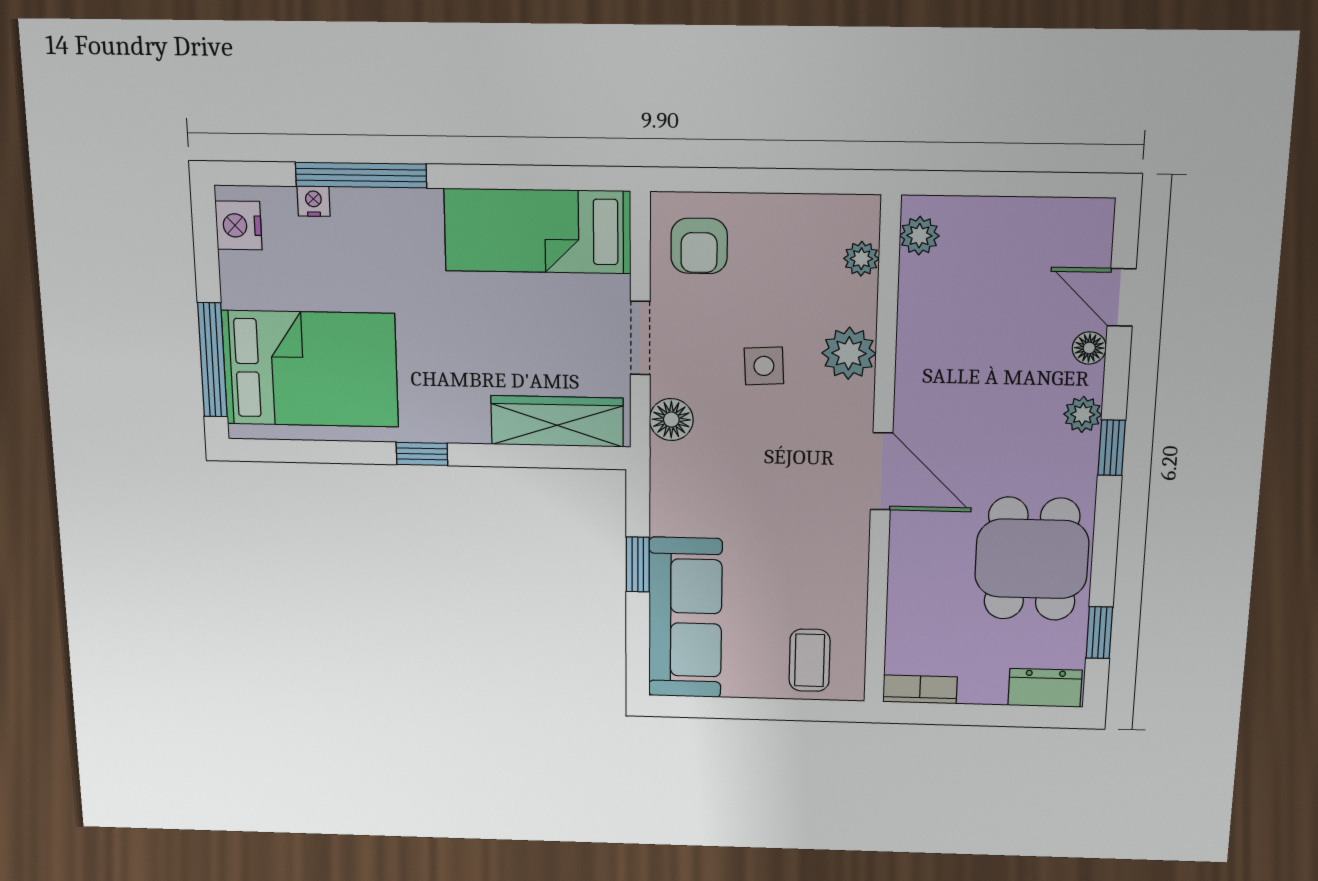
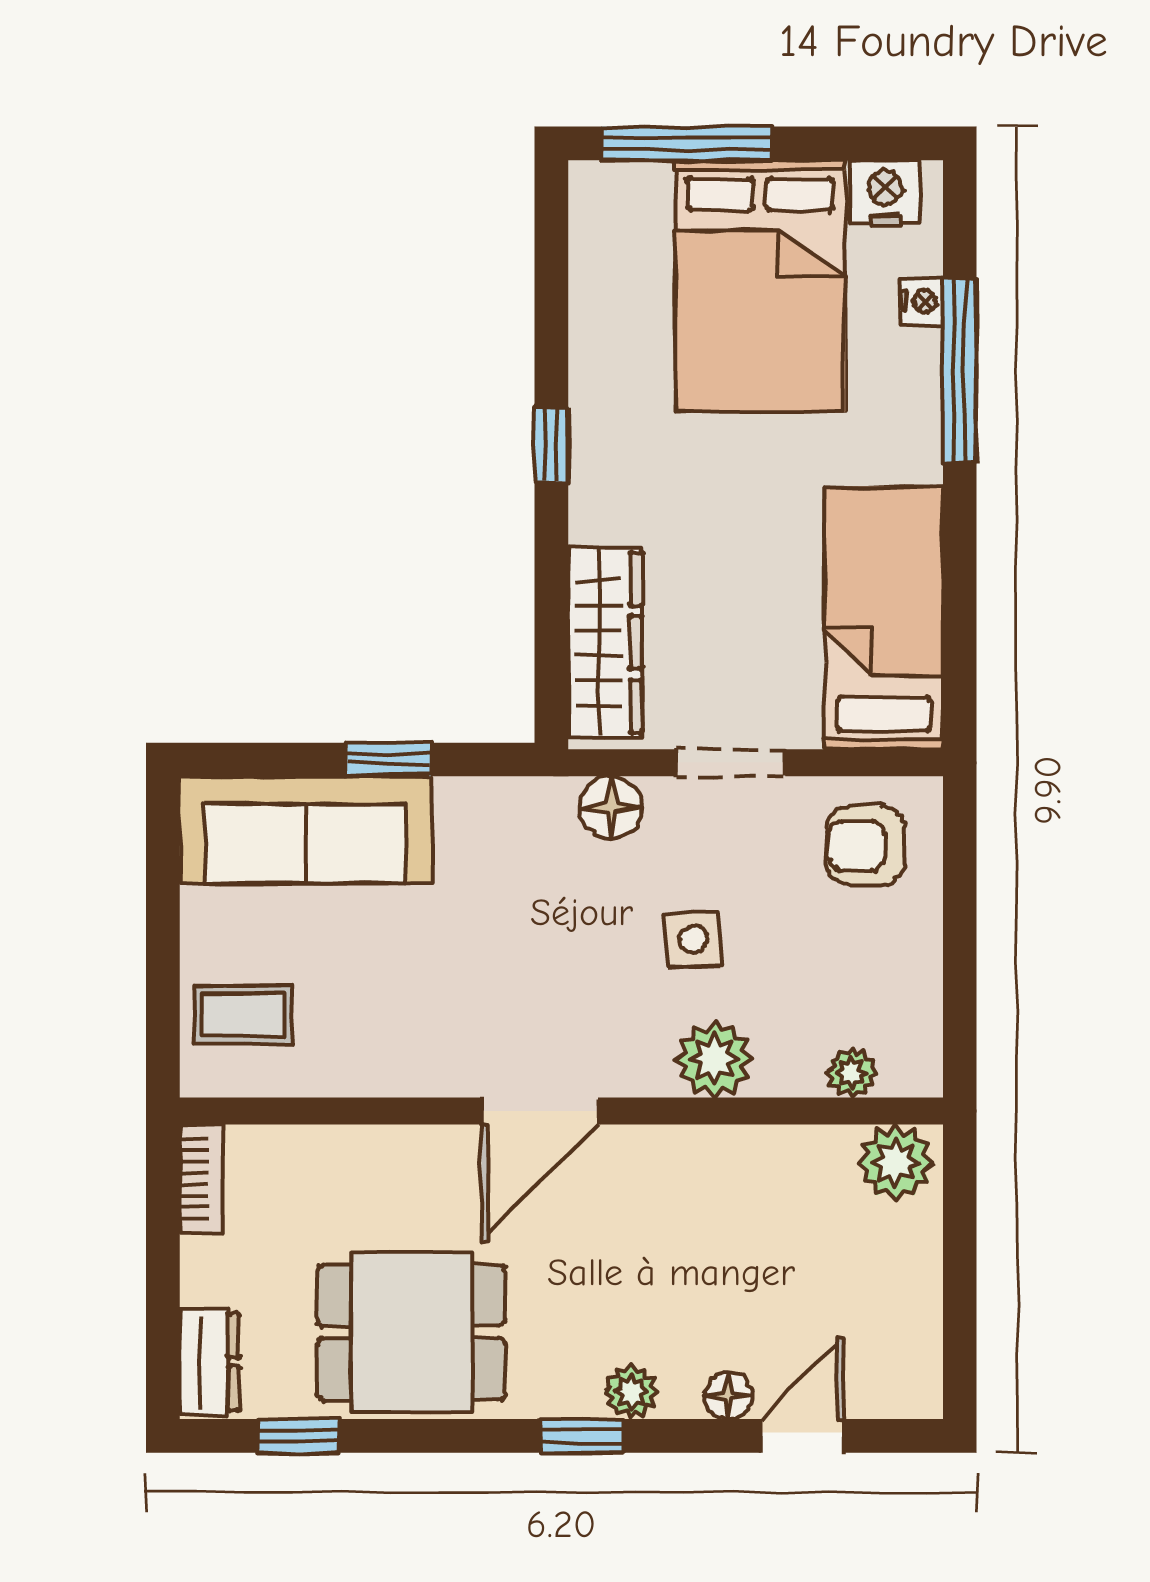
plant: (919, 236) -> (896, 1162), width x1.38, depth x1.38
bed: (310, 369) -> (760, 286), moved

